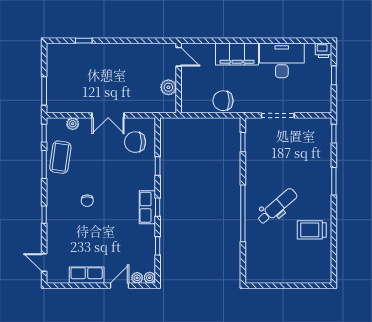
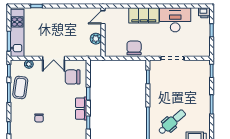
door: (179, 57) -> (103, 17), swing flipped
kitchen unit: (56, 79) -> (17, 33), added
chair: (223, 101) -> (134, 48), turned 90
row of seats: (147, 207) -> (81, 109), moved

